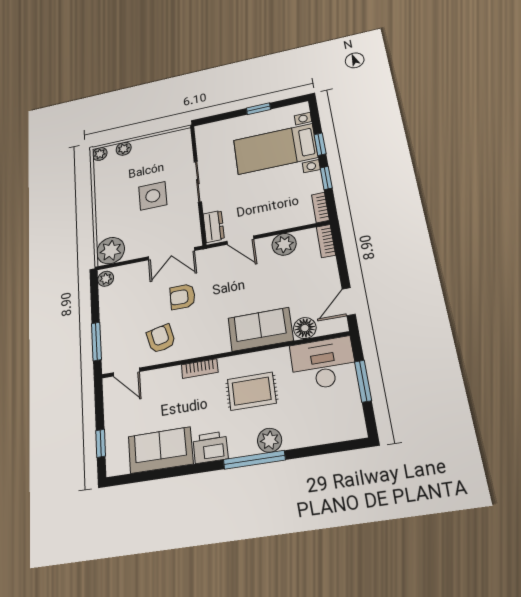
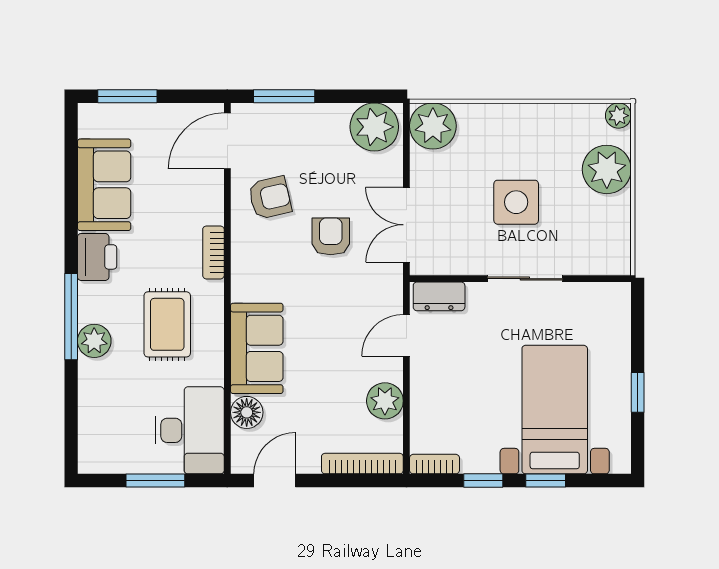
plant: (124, 149) -> (607, 169), width x1.88, depth x1.88
bookcase: (326, 241) -> (362, 464), width x1.56
plant: (106, 279) -> (374, 127), width x1.88, depth x1.88
door: (349, 302) -> (275, 481), hinge flipped
door: (126, 372) -> (227, 141), width x1.38
window: (101, 443) -> (127, 96), width x1.50

